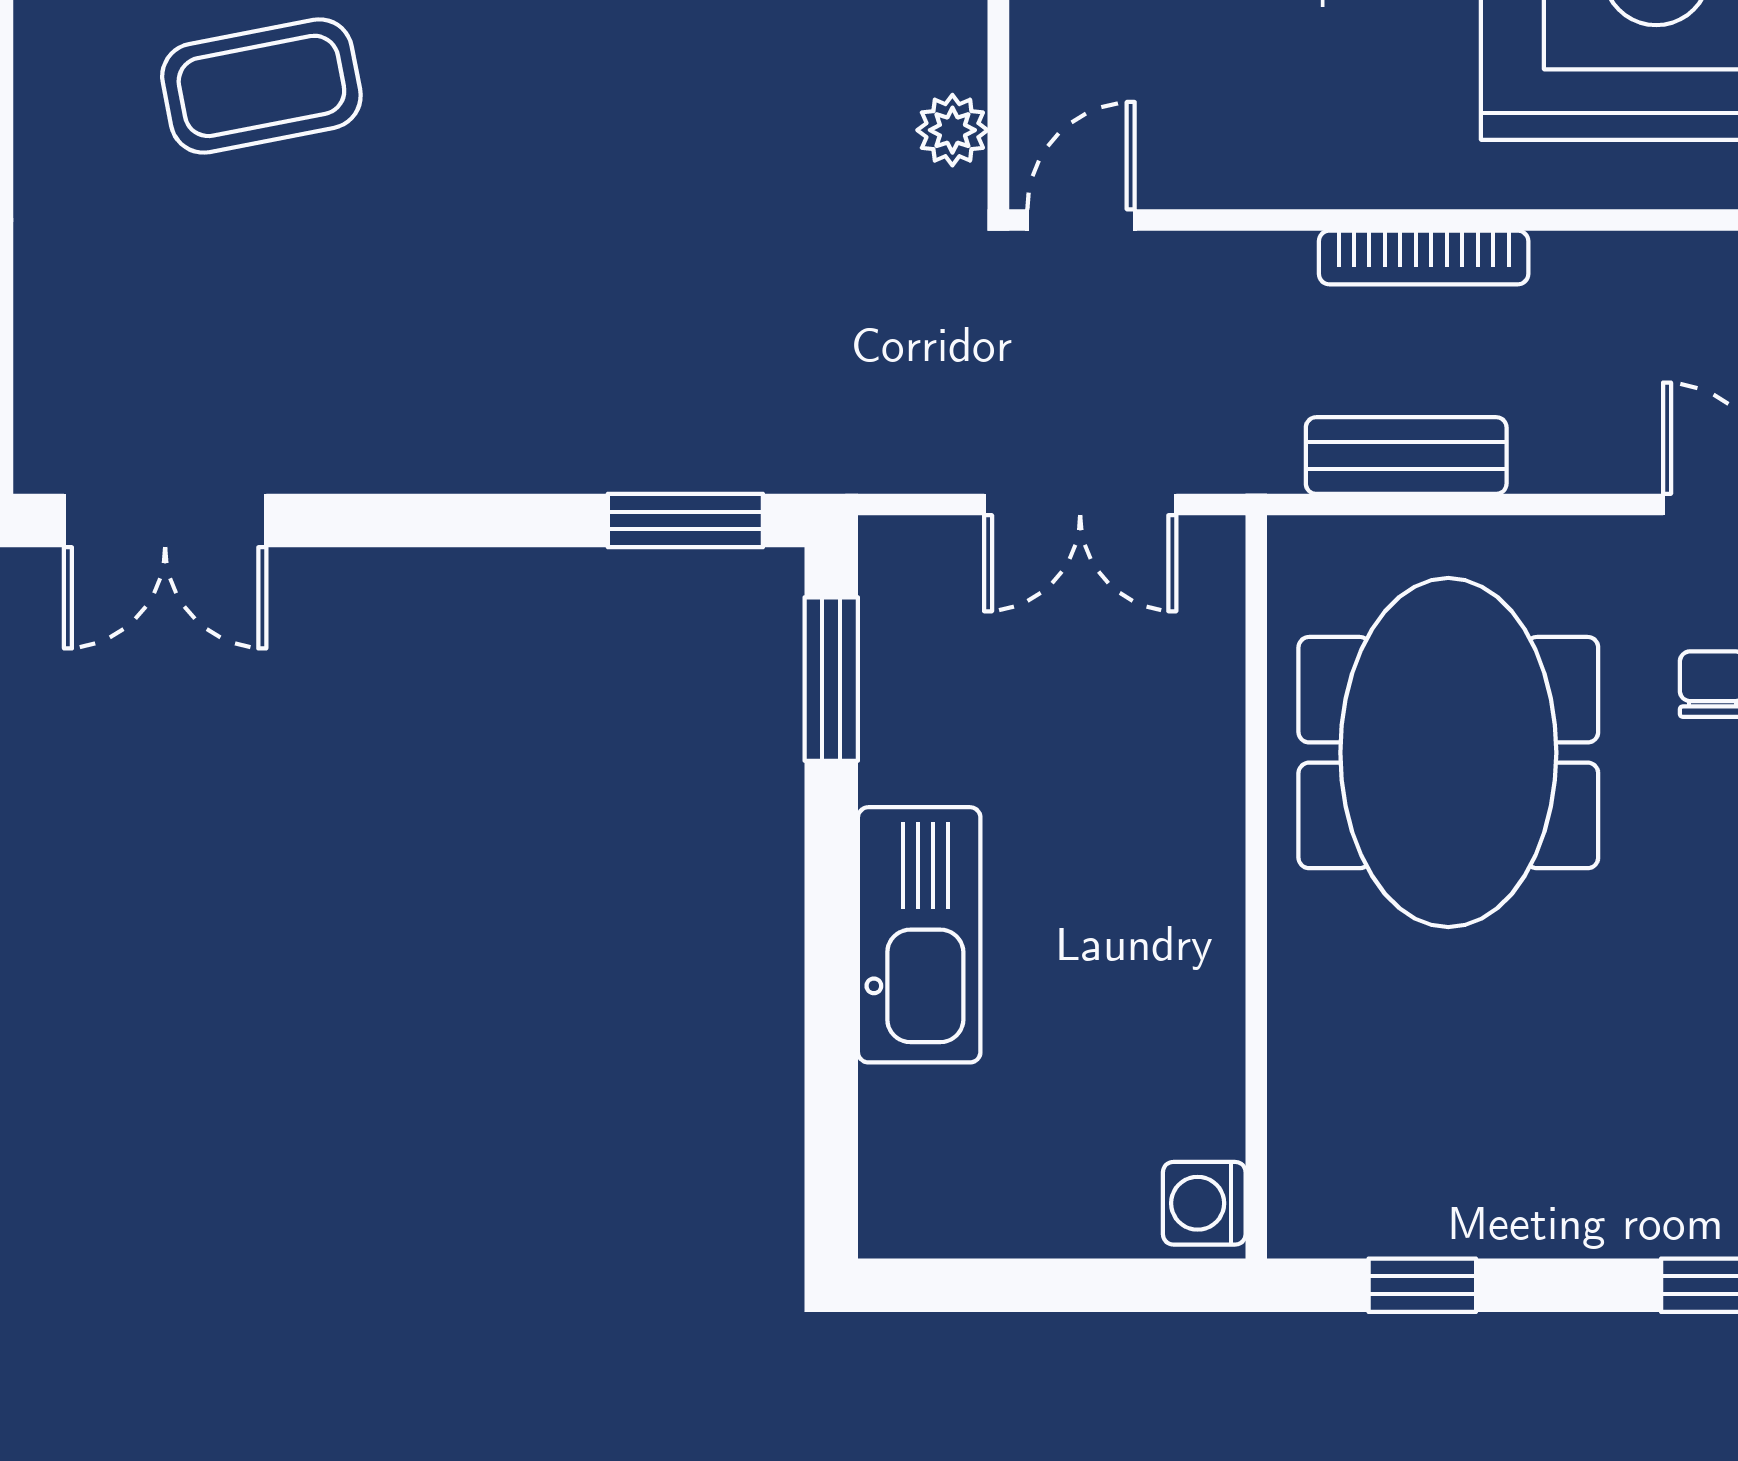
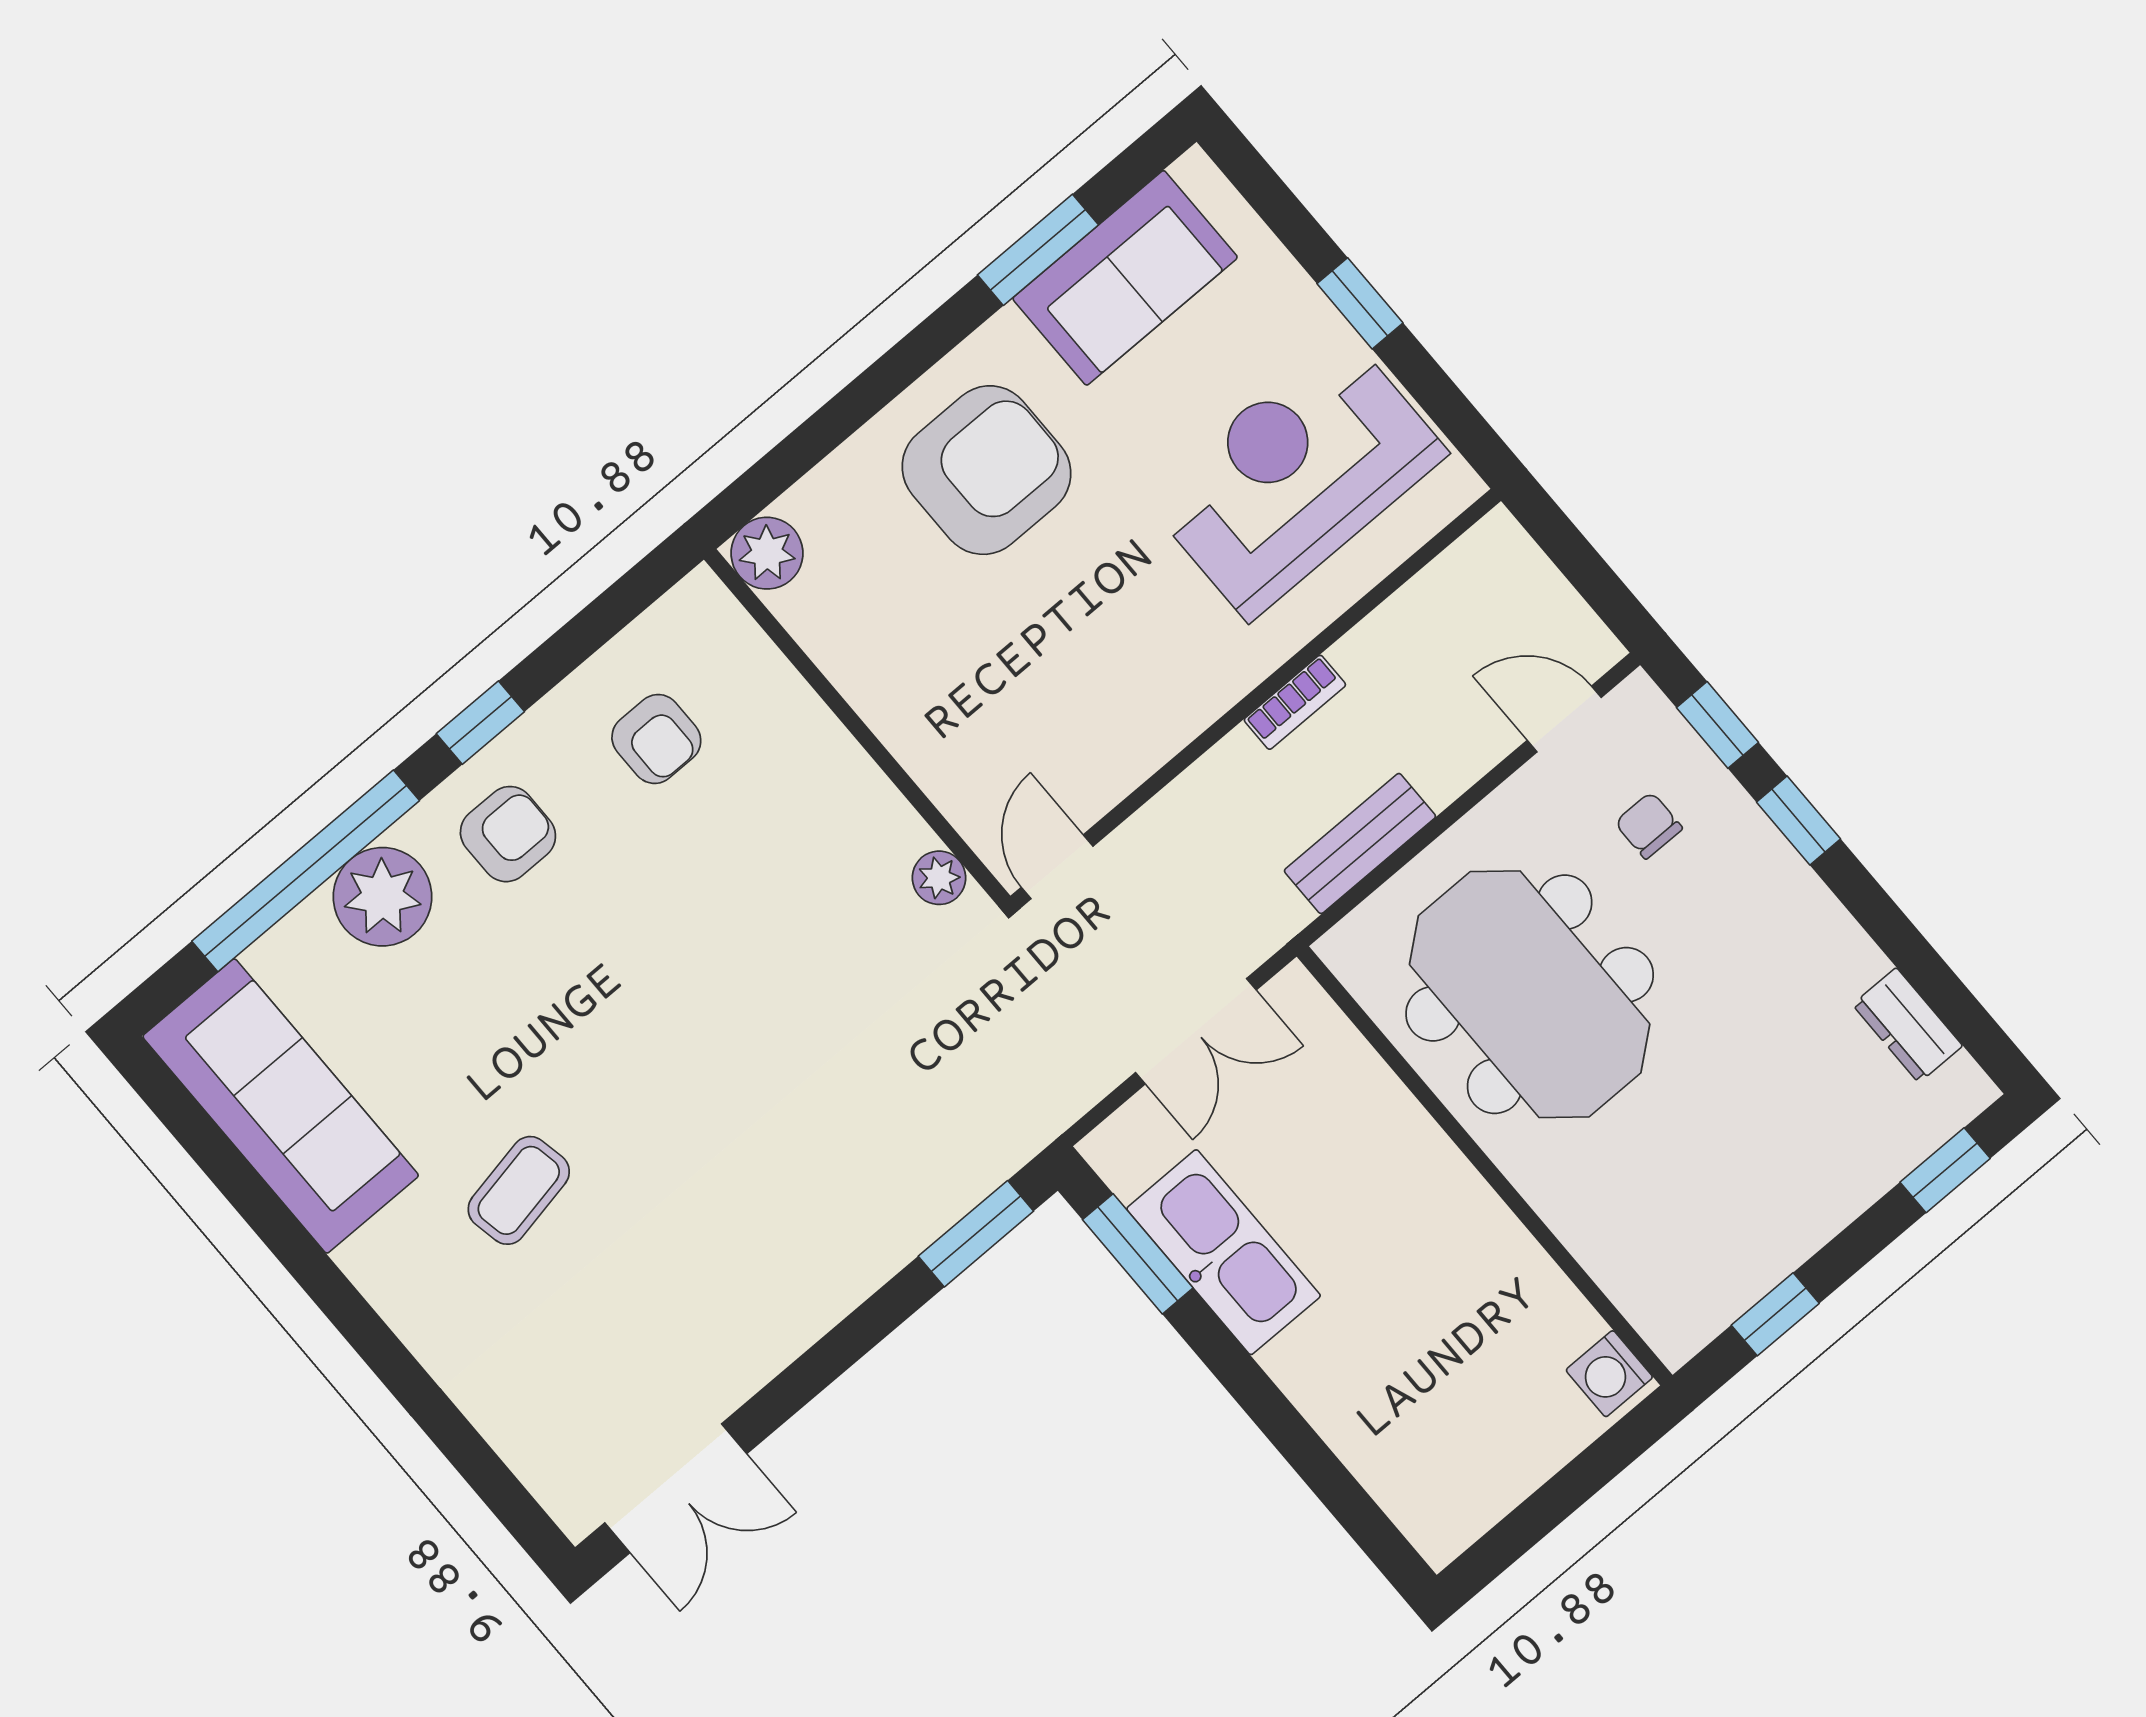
coffee table: (261, 86) -> (519, 1190), width x0.73, depth x0.77
bookcase: (1424, 257) -> (1295, 702), width x0.64
kitchen sink: (919, 935) -> (1224, 1252), moved

